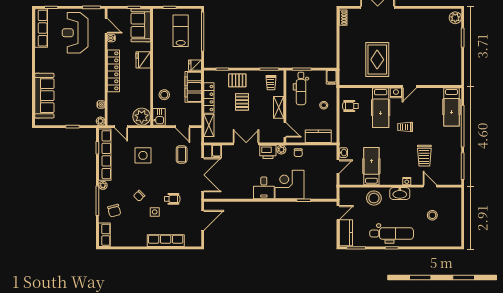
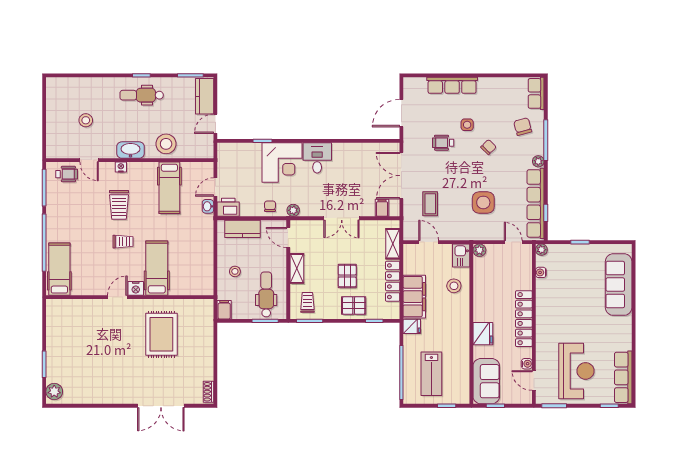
wheelchair: (351, 106) -> (67, 174), moved
plant: (142, 117) -> (479, 250), width x0.53, depth x0.53
printer: (268, 152) -> (228, 207), moved
trolley: (424, 156) -> (119, 205), moved, turned 180
dental chair: (392, 234) -> (142, 95), width x0.73, depth x0.72

